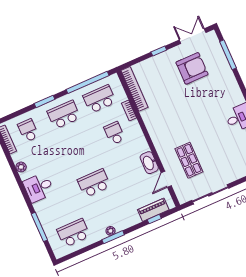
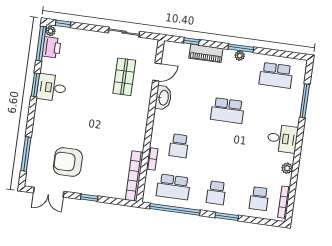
school desk: (64, 115) -> (216, 193), width x0.54
sliding door: (210, 194) -> (124, 32), width x0.73
piano: (153, 210) -> (206, 53), moved

